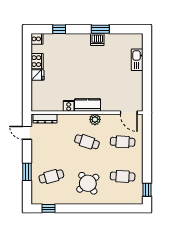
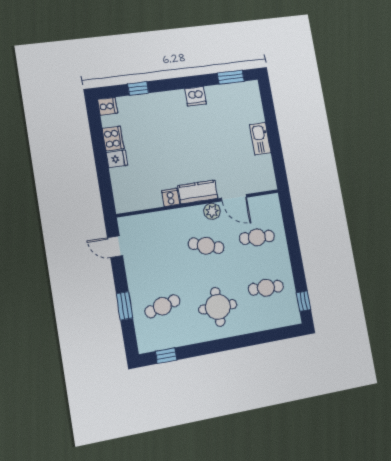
window: (100, 29) -> (231, 77), moved
kitchen sink: (137, 60) -> (260, 139), moved
door: (129, 113) -> (234, 198), moved
dresser: (45, 119) -> (139, 221), removed
round table: (88, 183) -> (218, 307), turned 37

